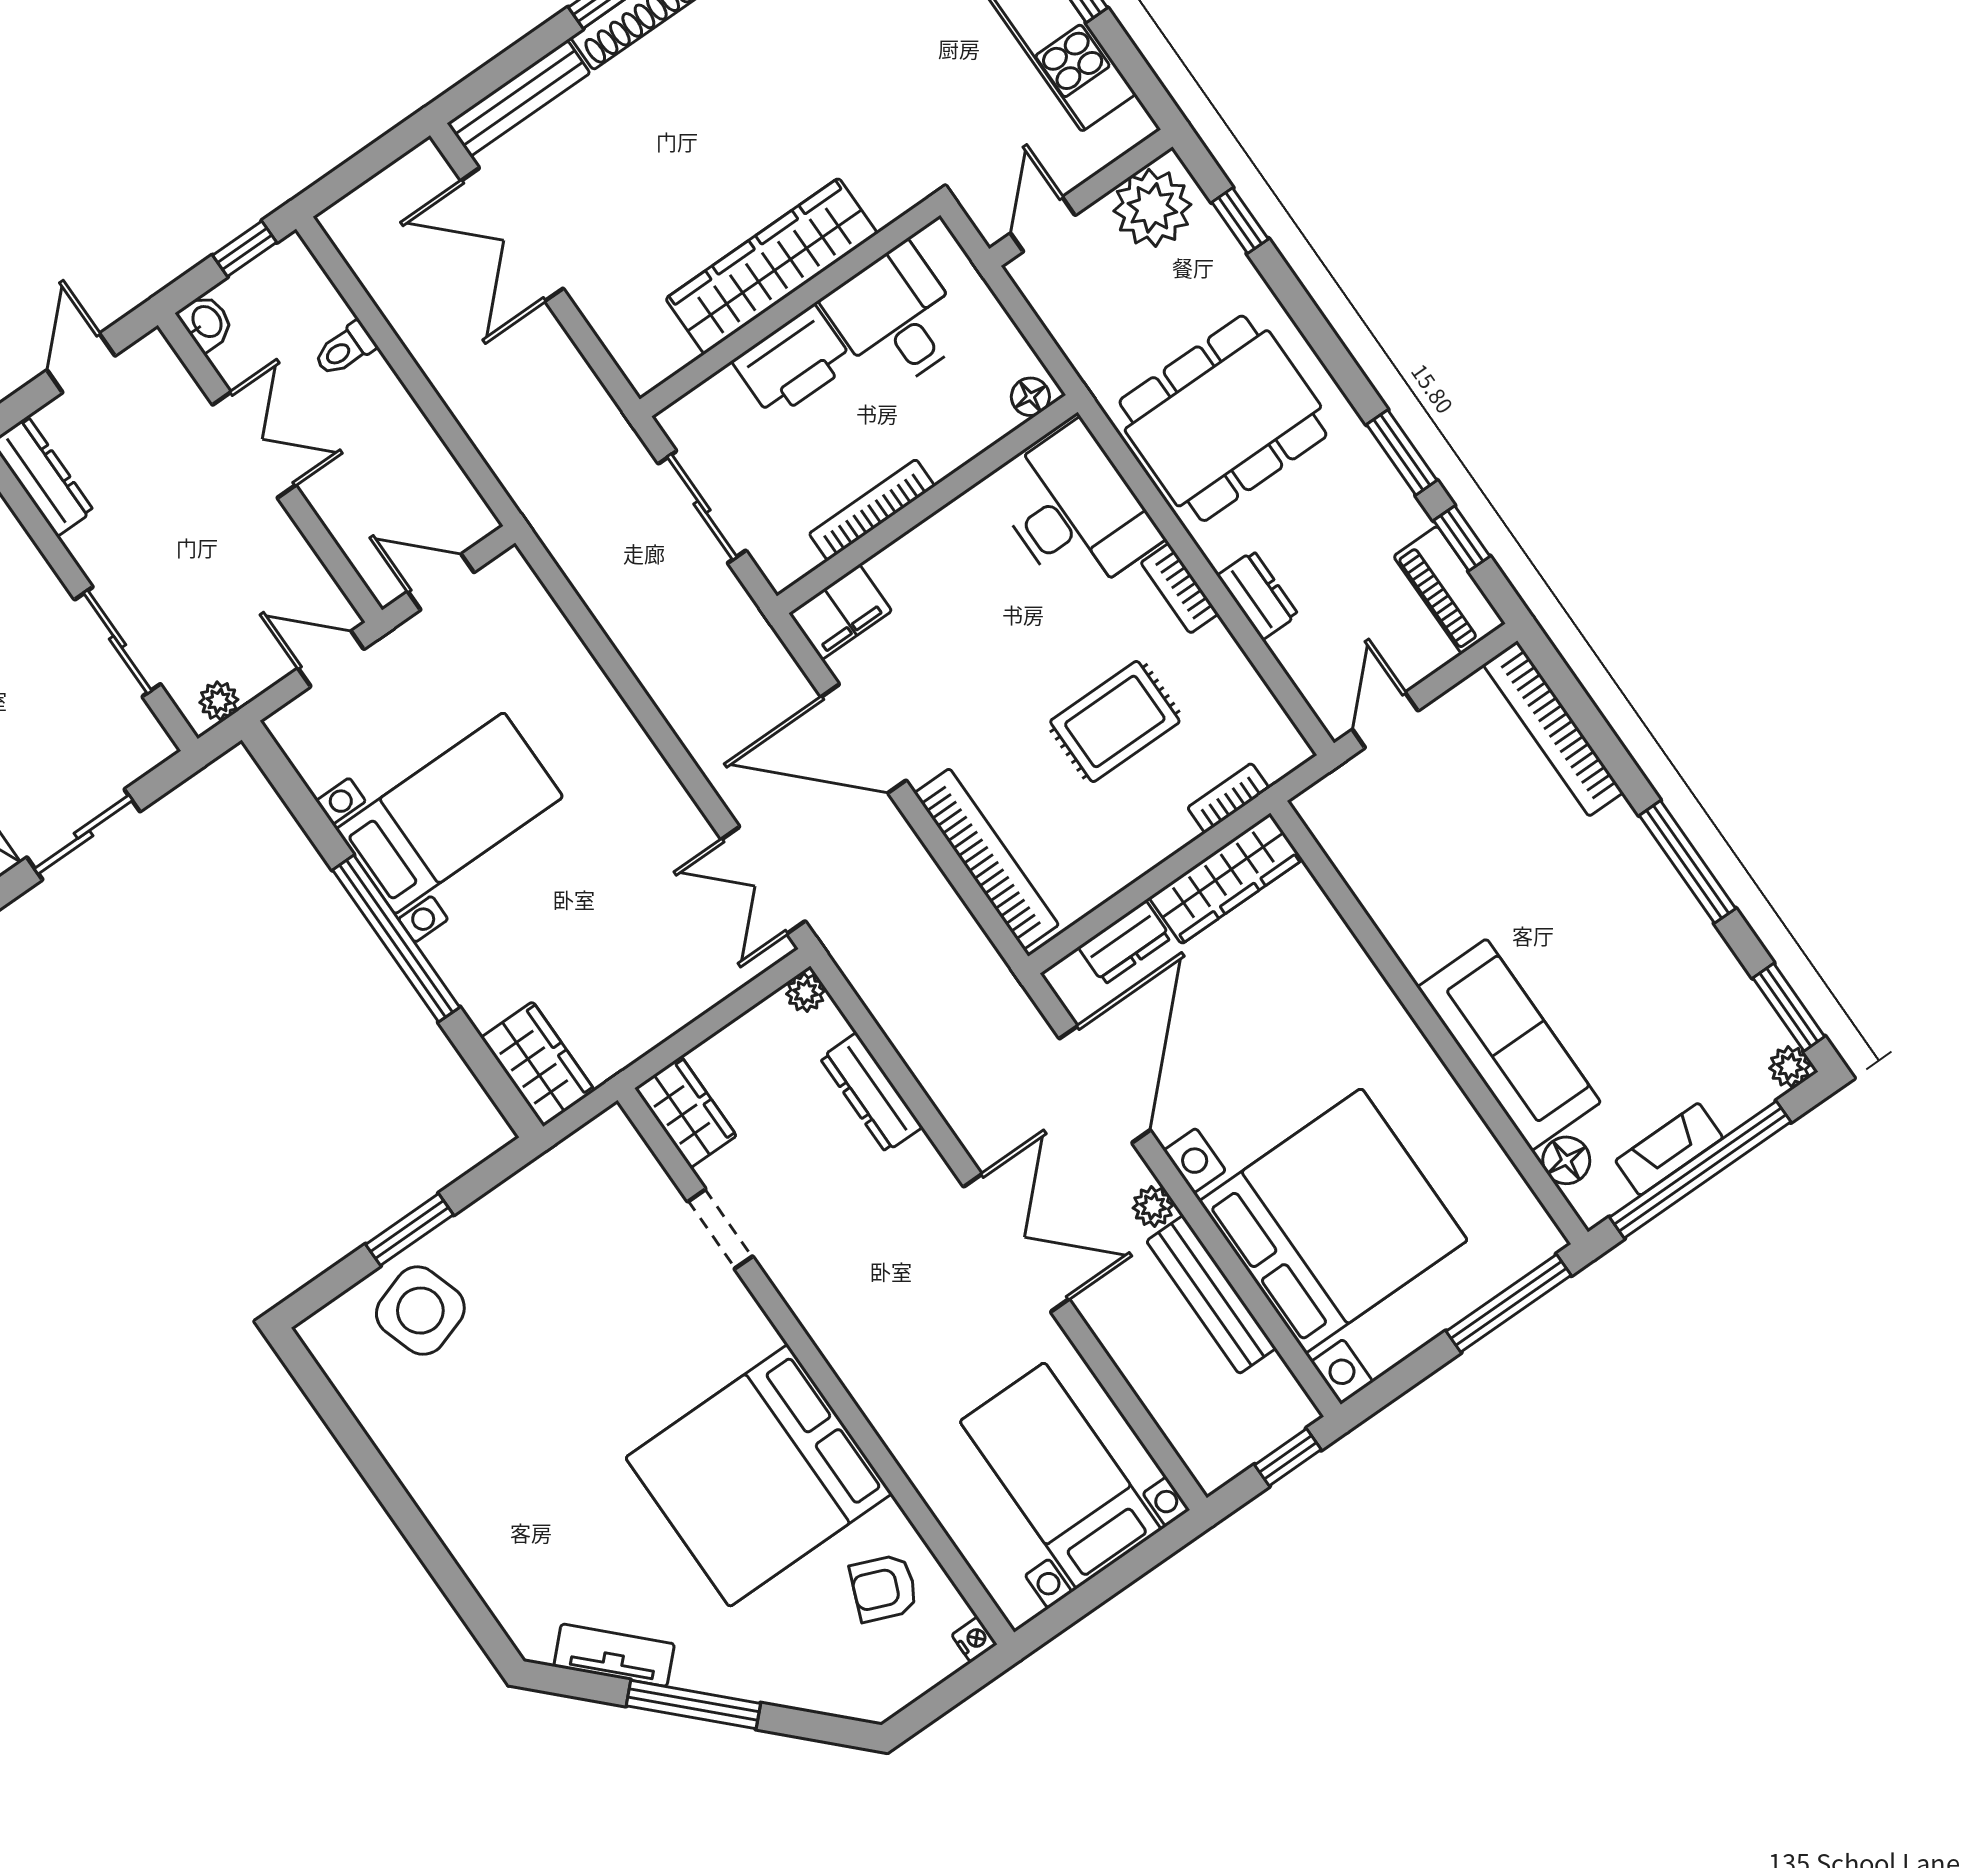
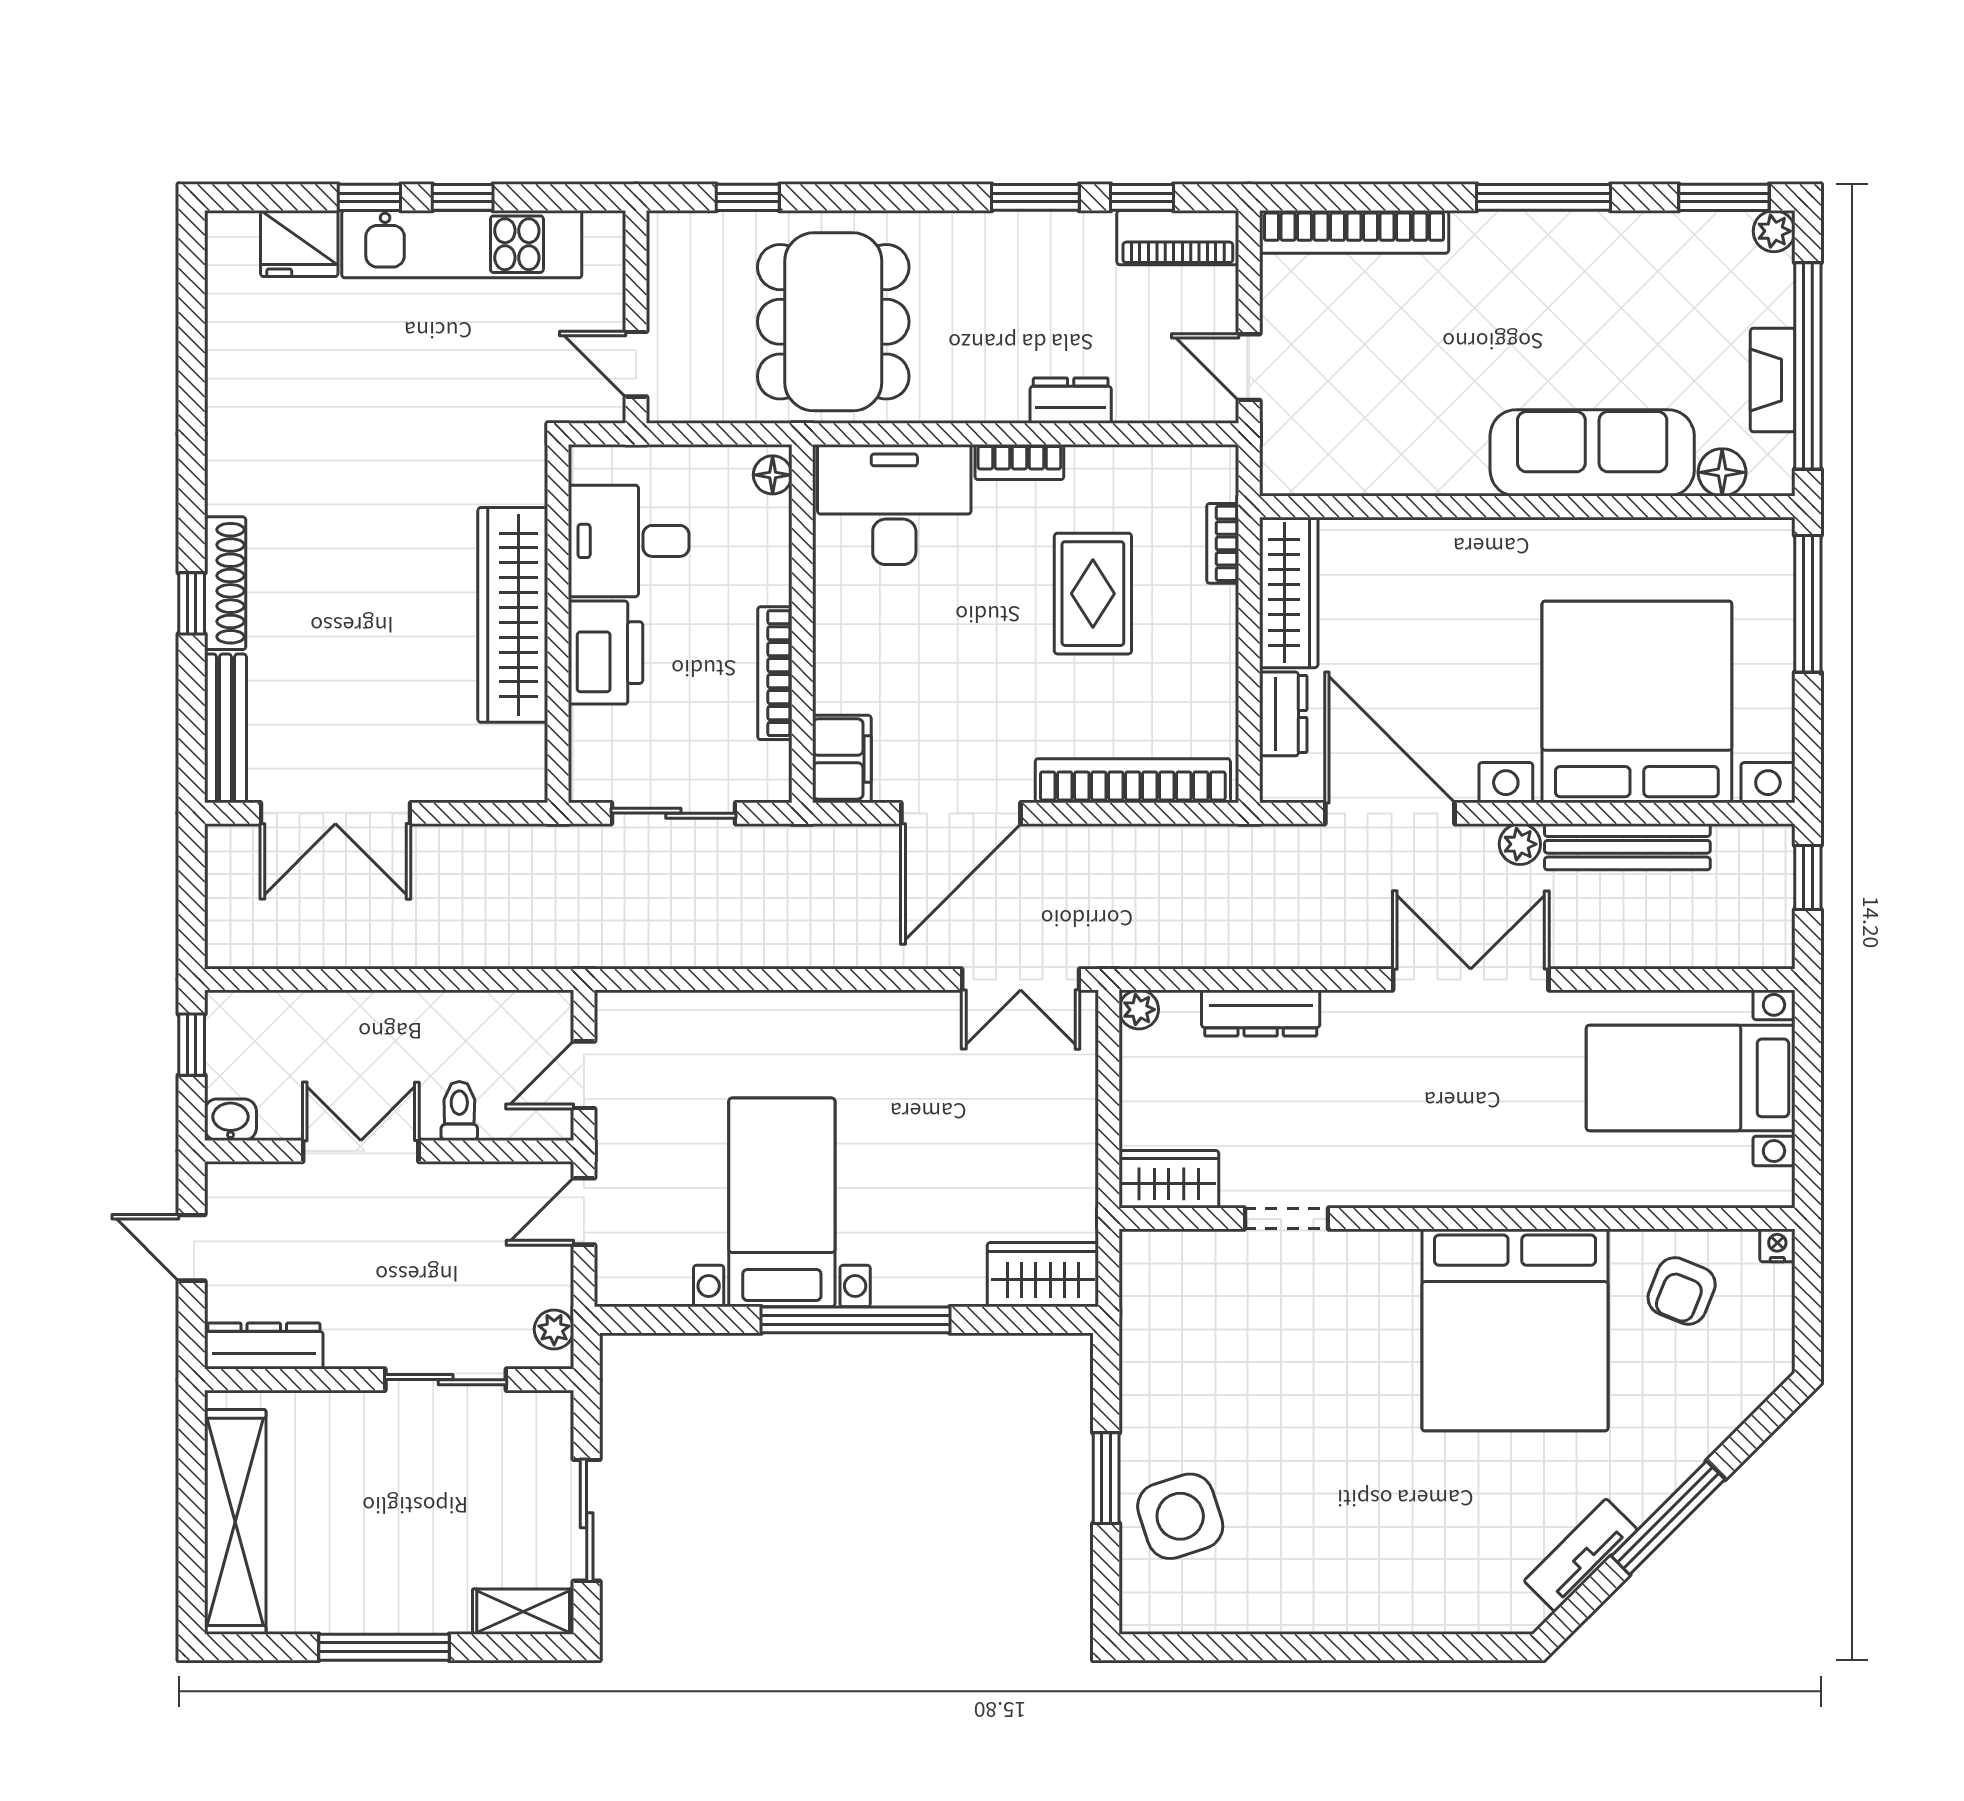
plant: (1152, 208) -> (686, 263), removed
toilet: (345, 349) -> (459, 1111), moved, turned 180
dining table: (1223, 418) -> (833, 322), moved

